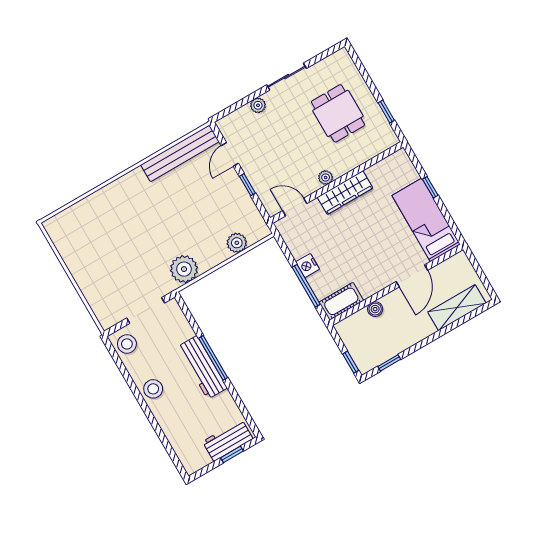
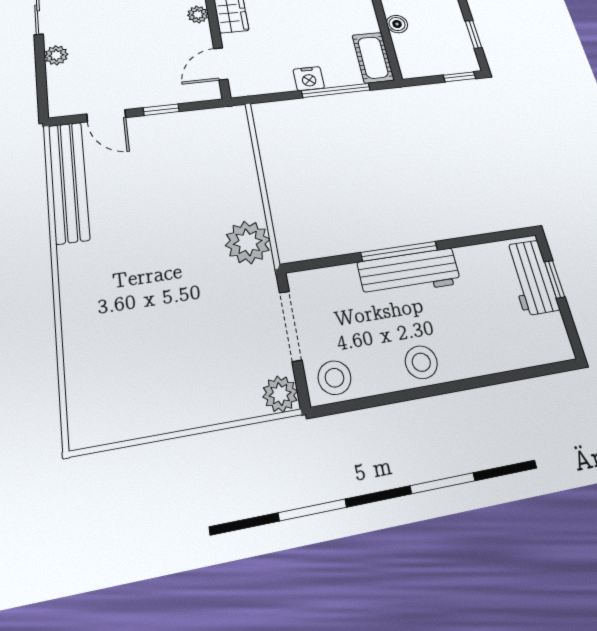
plant: (237, 243) -> (280, 394), moved

